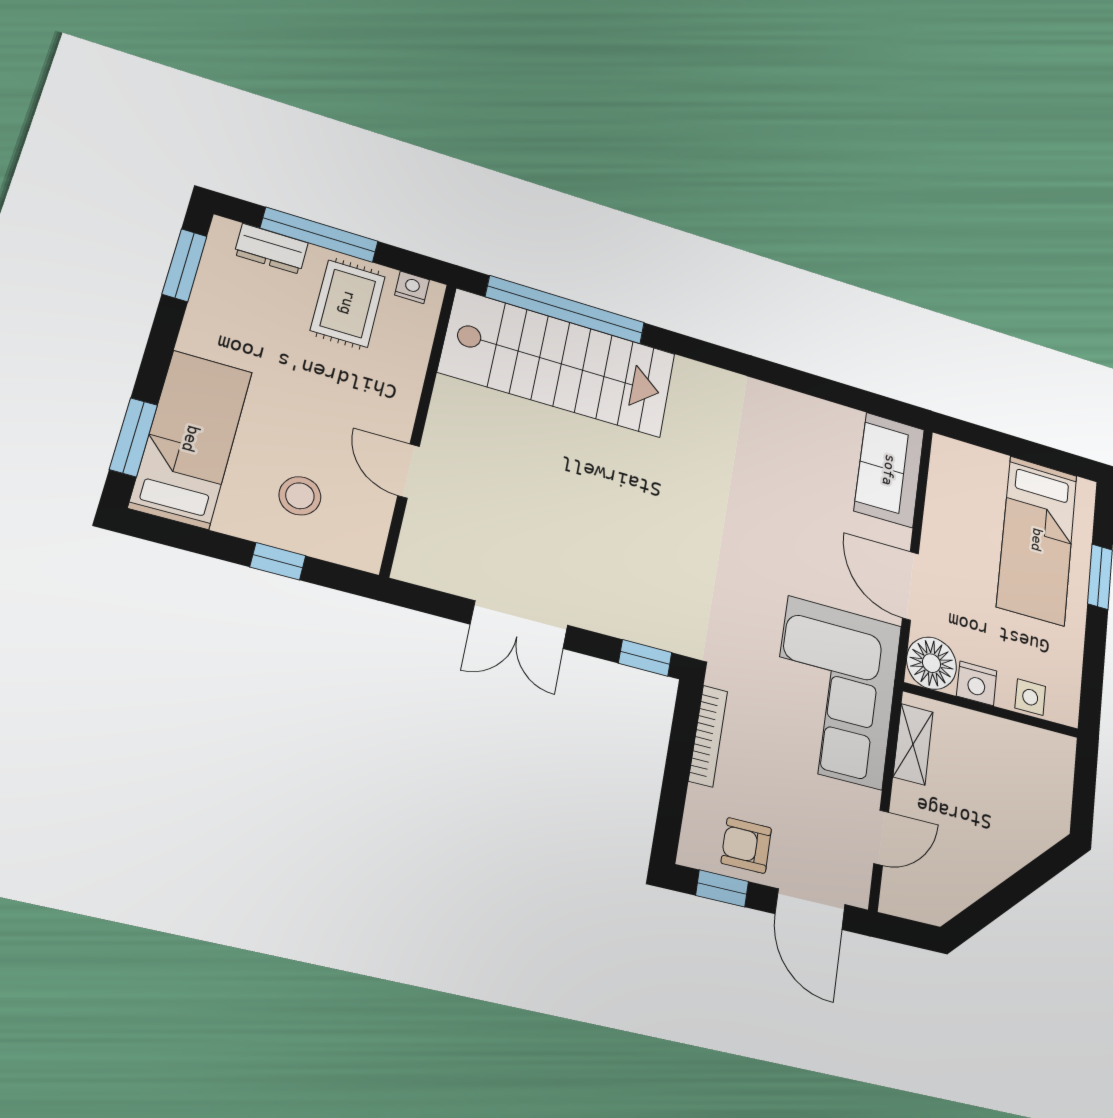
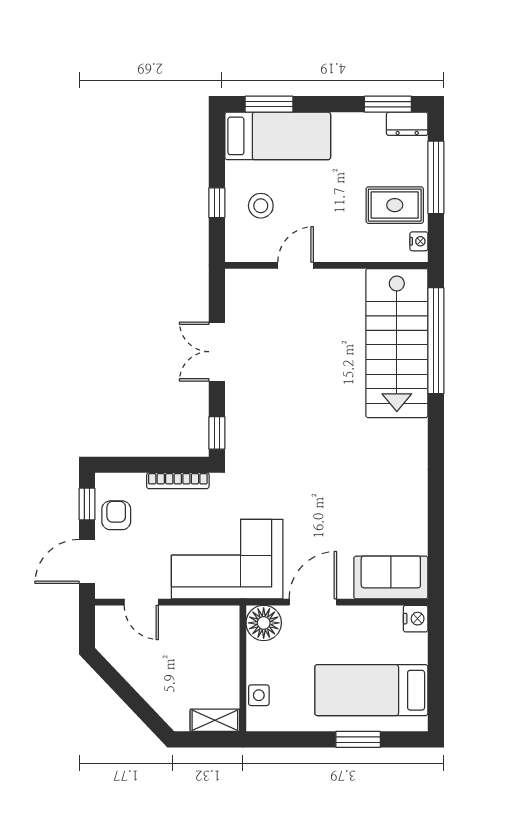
dresser: (271, 249) -> (407, 124), moved, turned -90
nightstand: (977, 683) -> (416, 619), moved, turned 180
shelving: (913, 744) -> (215, 720), moved

